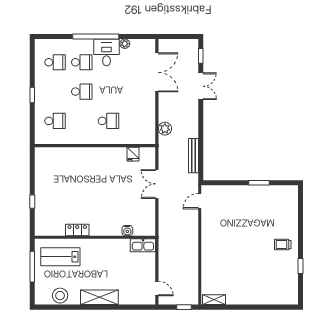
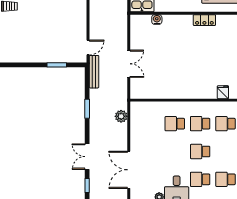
school desk: (82, 121) -> (200, 124), added
window: (201, 137) -> (87, 109), added
fridge: (133, 154) -> (223, 92), moved
bench: (193, 156) -> (94, 72), moved
window: (259, 183) -> (57, 65), moved

